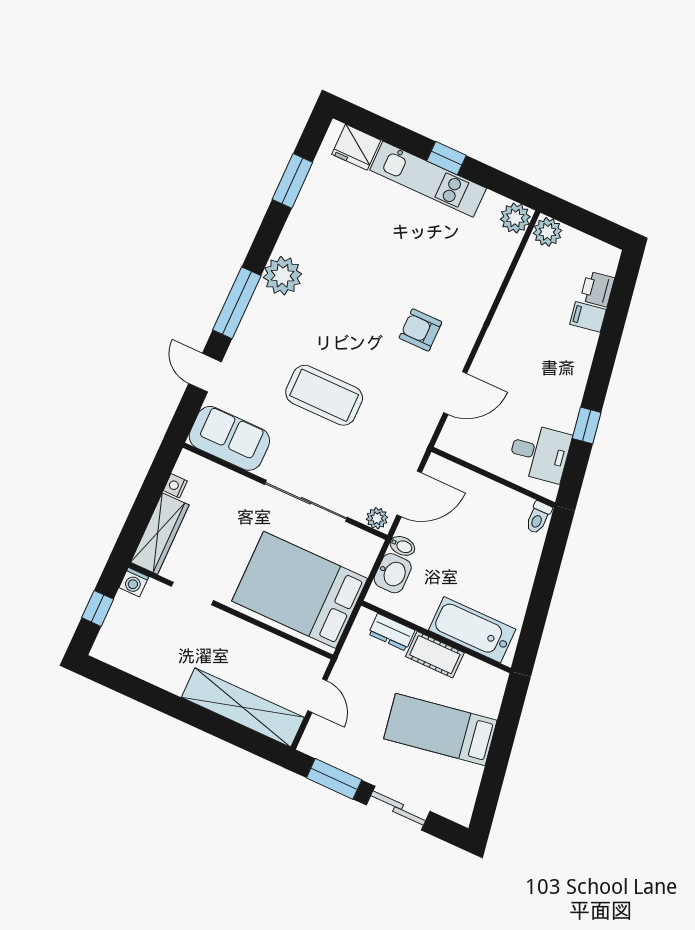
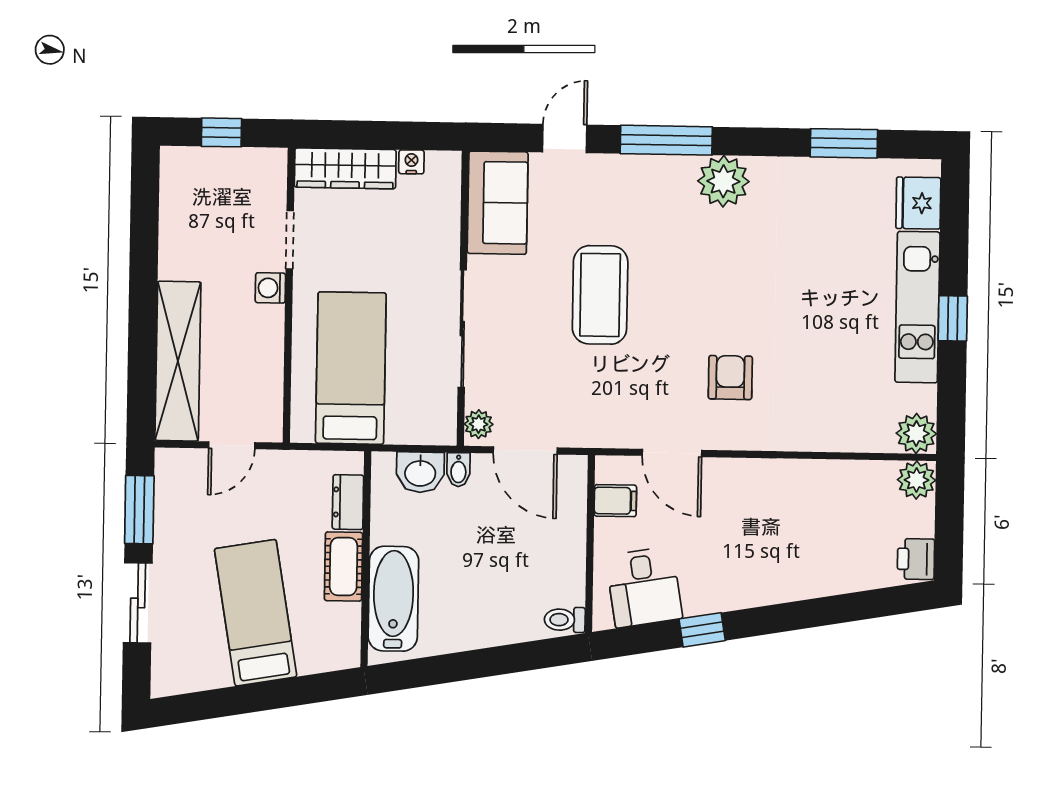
printer: (597, 289) -> (916, 559), moved, turned -80
filing cabinet: (588, 317) -> (615, 501), moved, turned 100
washing machine: (134, 582) -> (270, 288), moved
bed: (300, 590) -> (351, 368), width x0.67

